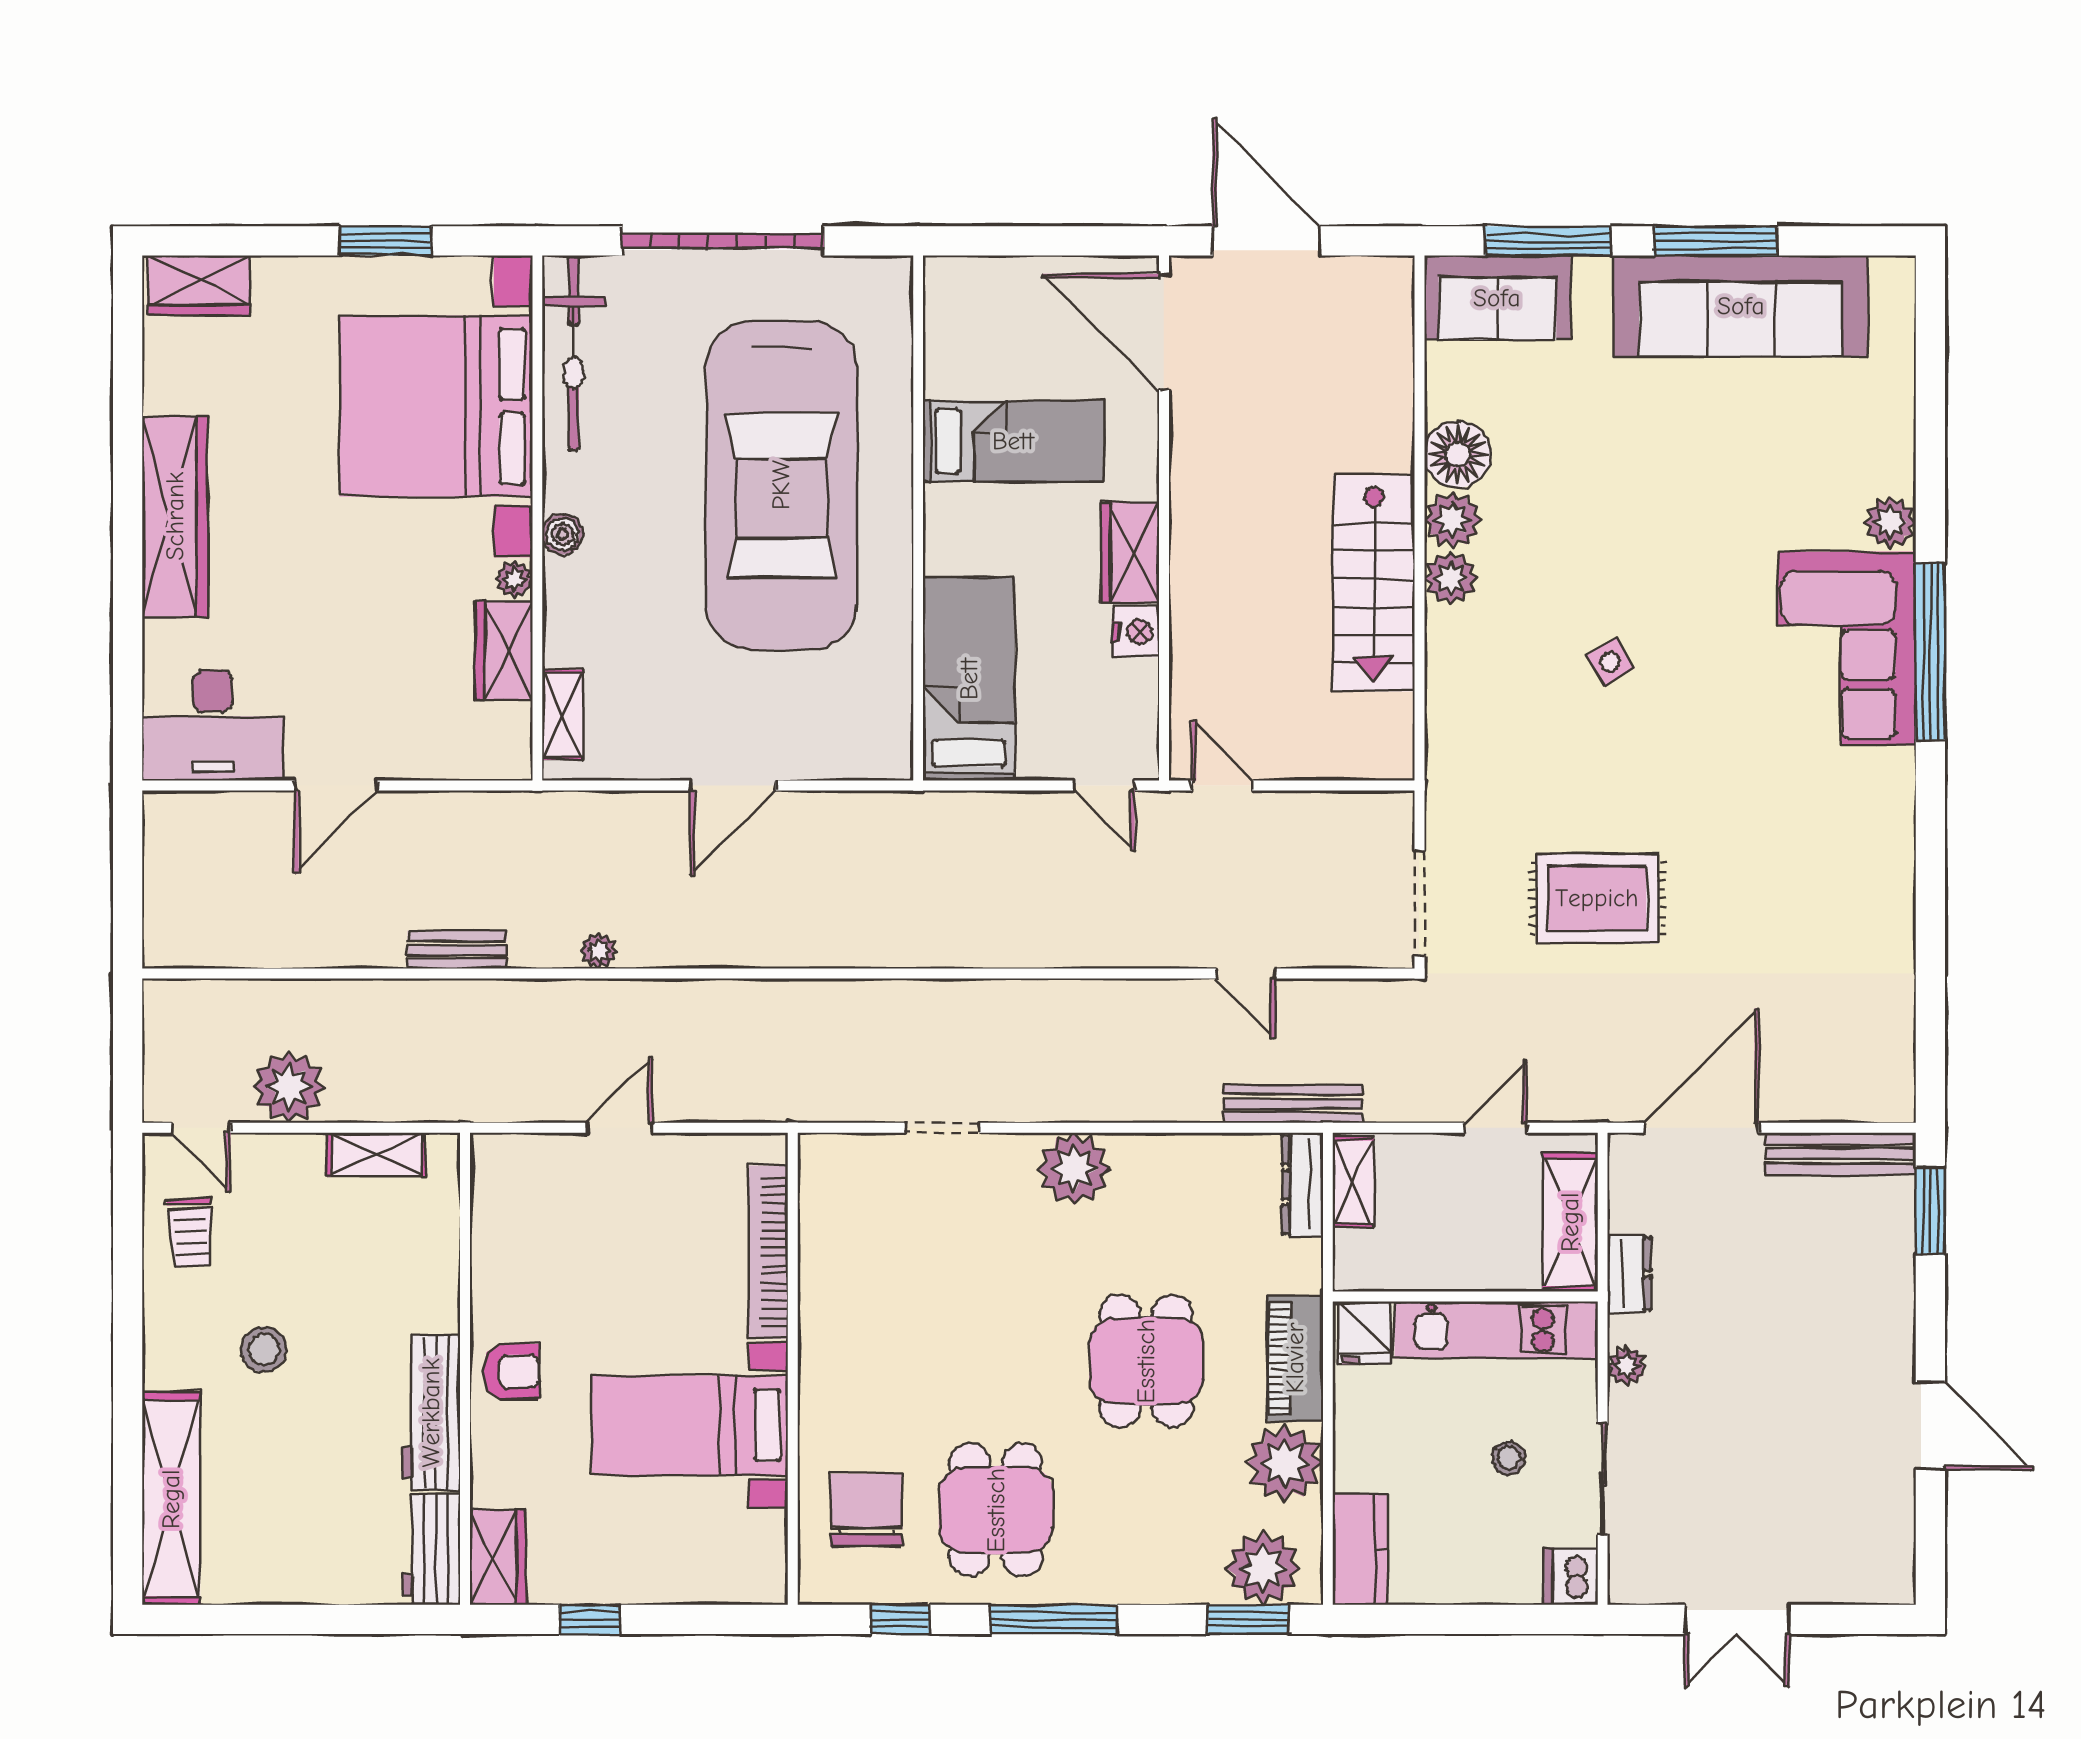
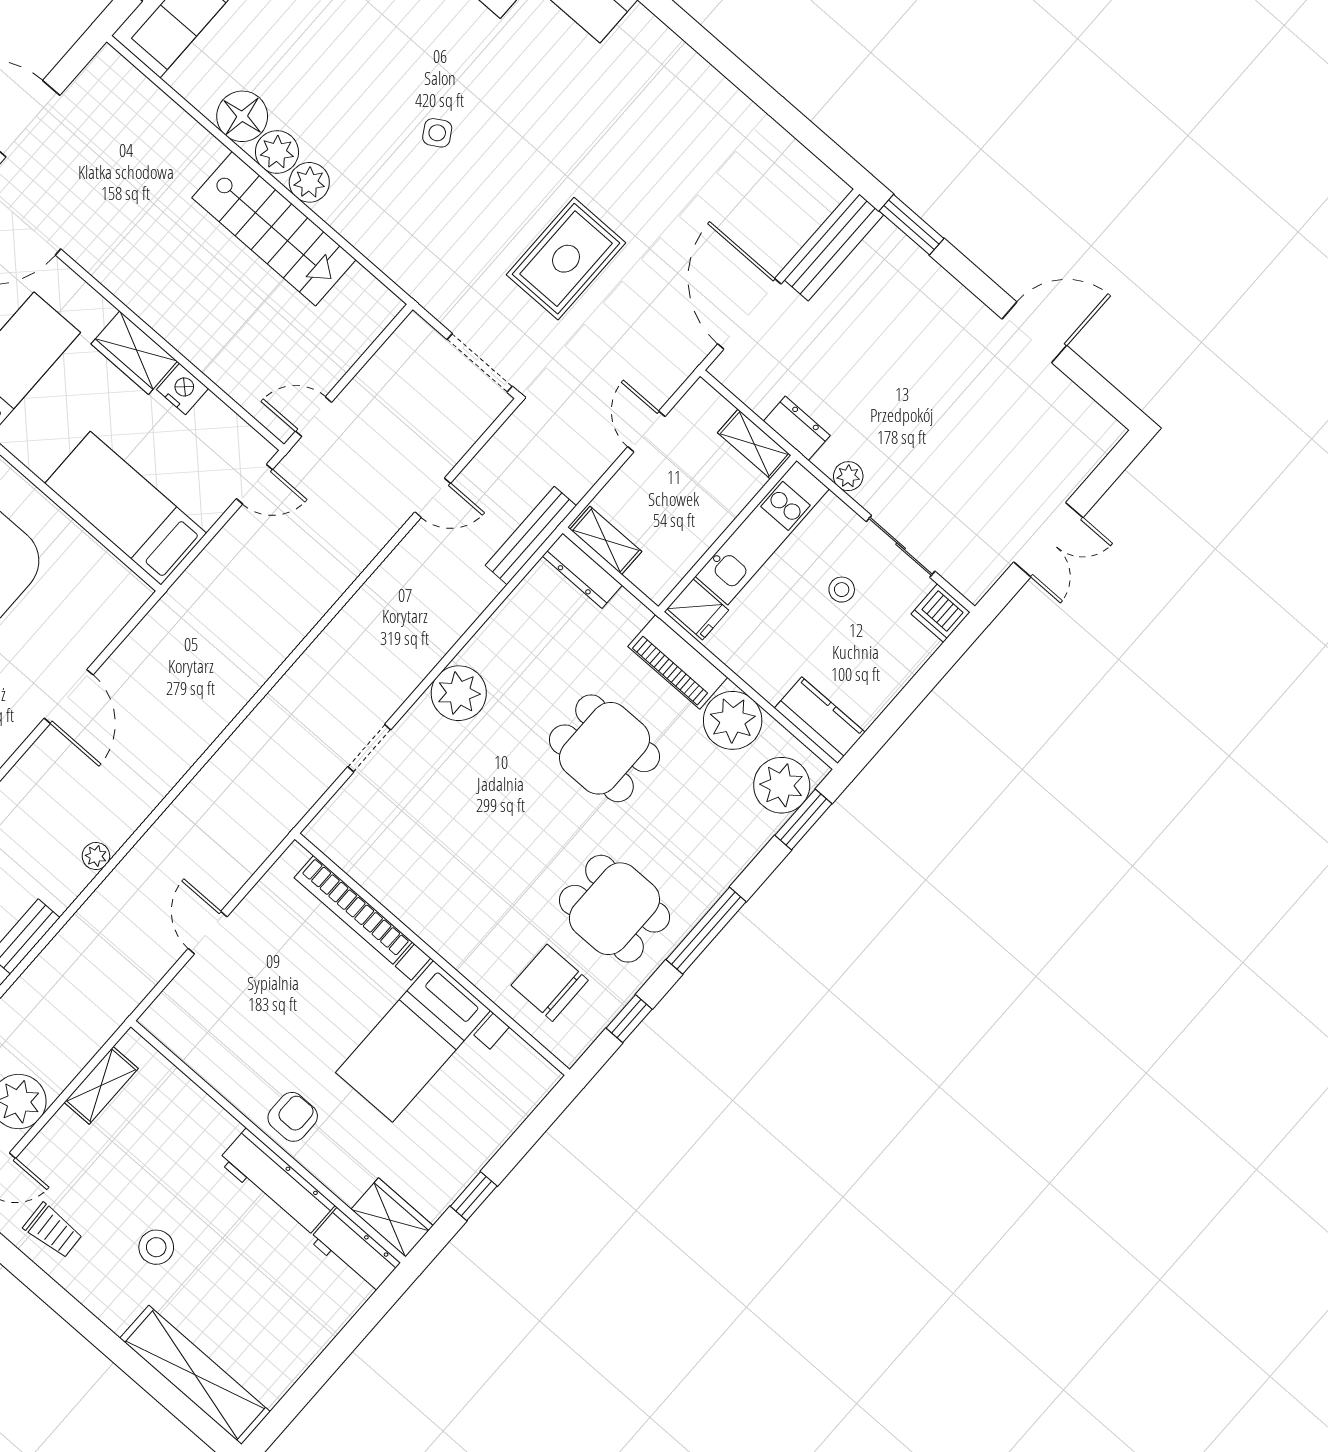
shelving: (1570, 1222) -> (754, 444), width x0.67, depth x0.75

